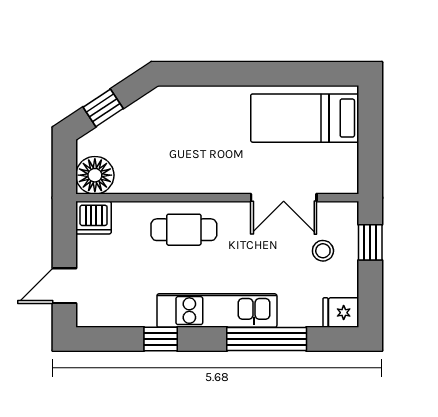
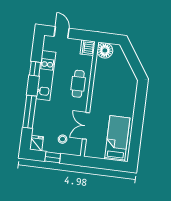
window: (103, 108) -> (132, 57), removed
window: (370, 242) -> (53, 157), moved
kitchen unit: (217, 311) -> (46, 76), moved

